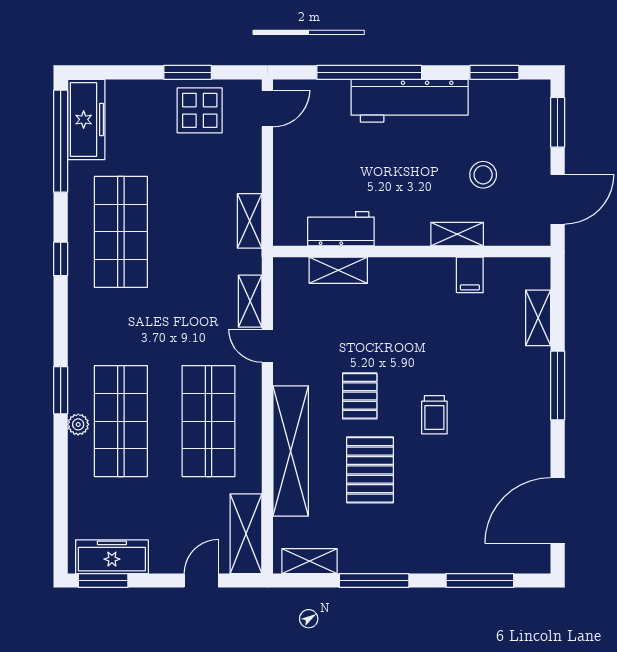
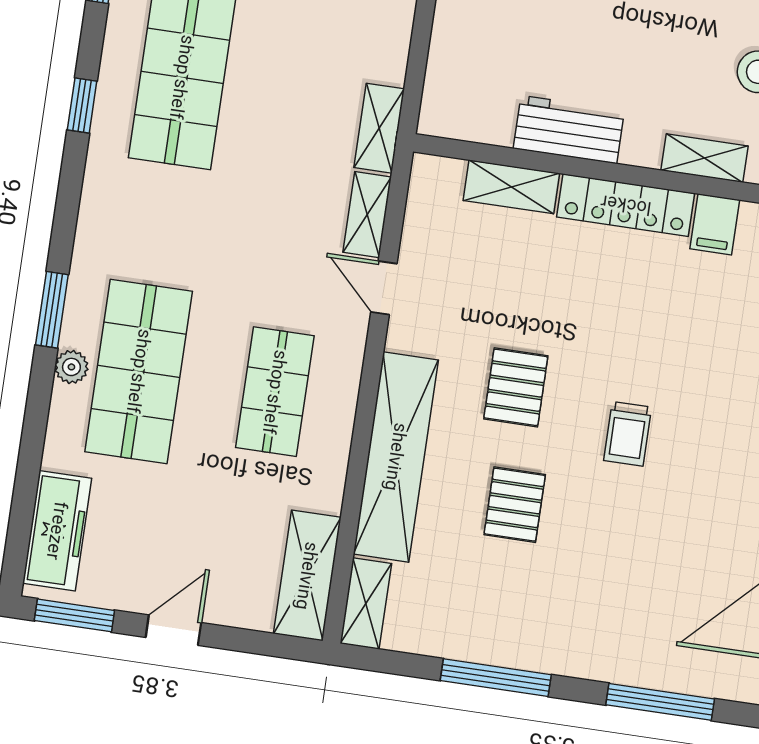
shelving: (250, 221) -> (379, 128), moved
workbench: (341, 229) -> (569, 130), moved
locker: (412, 271) -> (626, 205), added
shop shelf: (208, 421) -> (275, 392), width x0.70, depth x0.74
pallet: (370, 470) -> (515, 505), width x0.67, depth x0.71
freezer: (112, 557) -> (57, 531), moved, turned 90
shelving: (309, 561) -> (366, 603), moved, turned 90
door: (201, 581) -> (173, 630), moved

